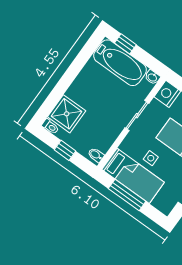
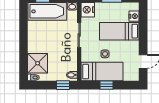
window: (65, 150) -> (63, 85), moved
window: (127, 195) -> (106, 85), width x0.46

